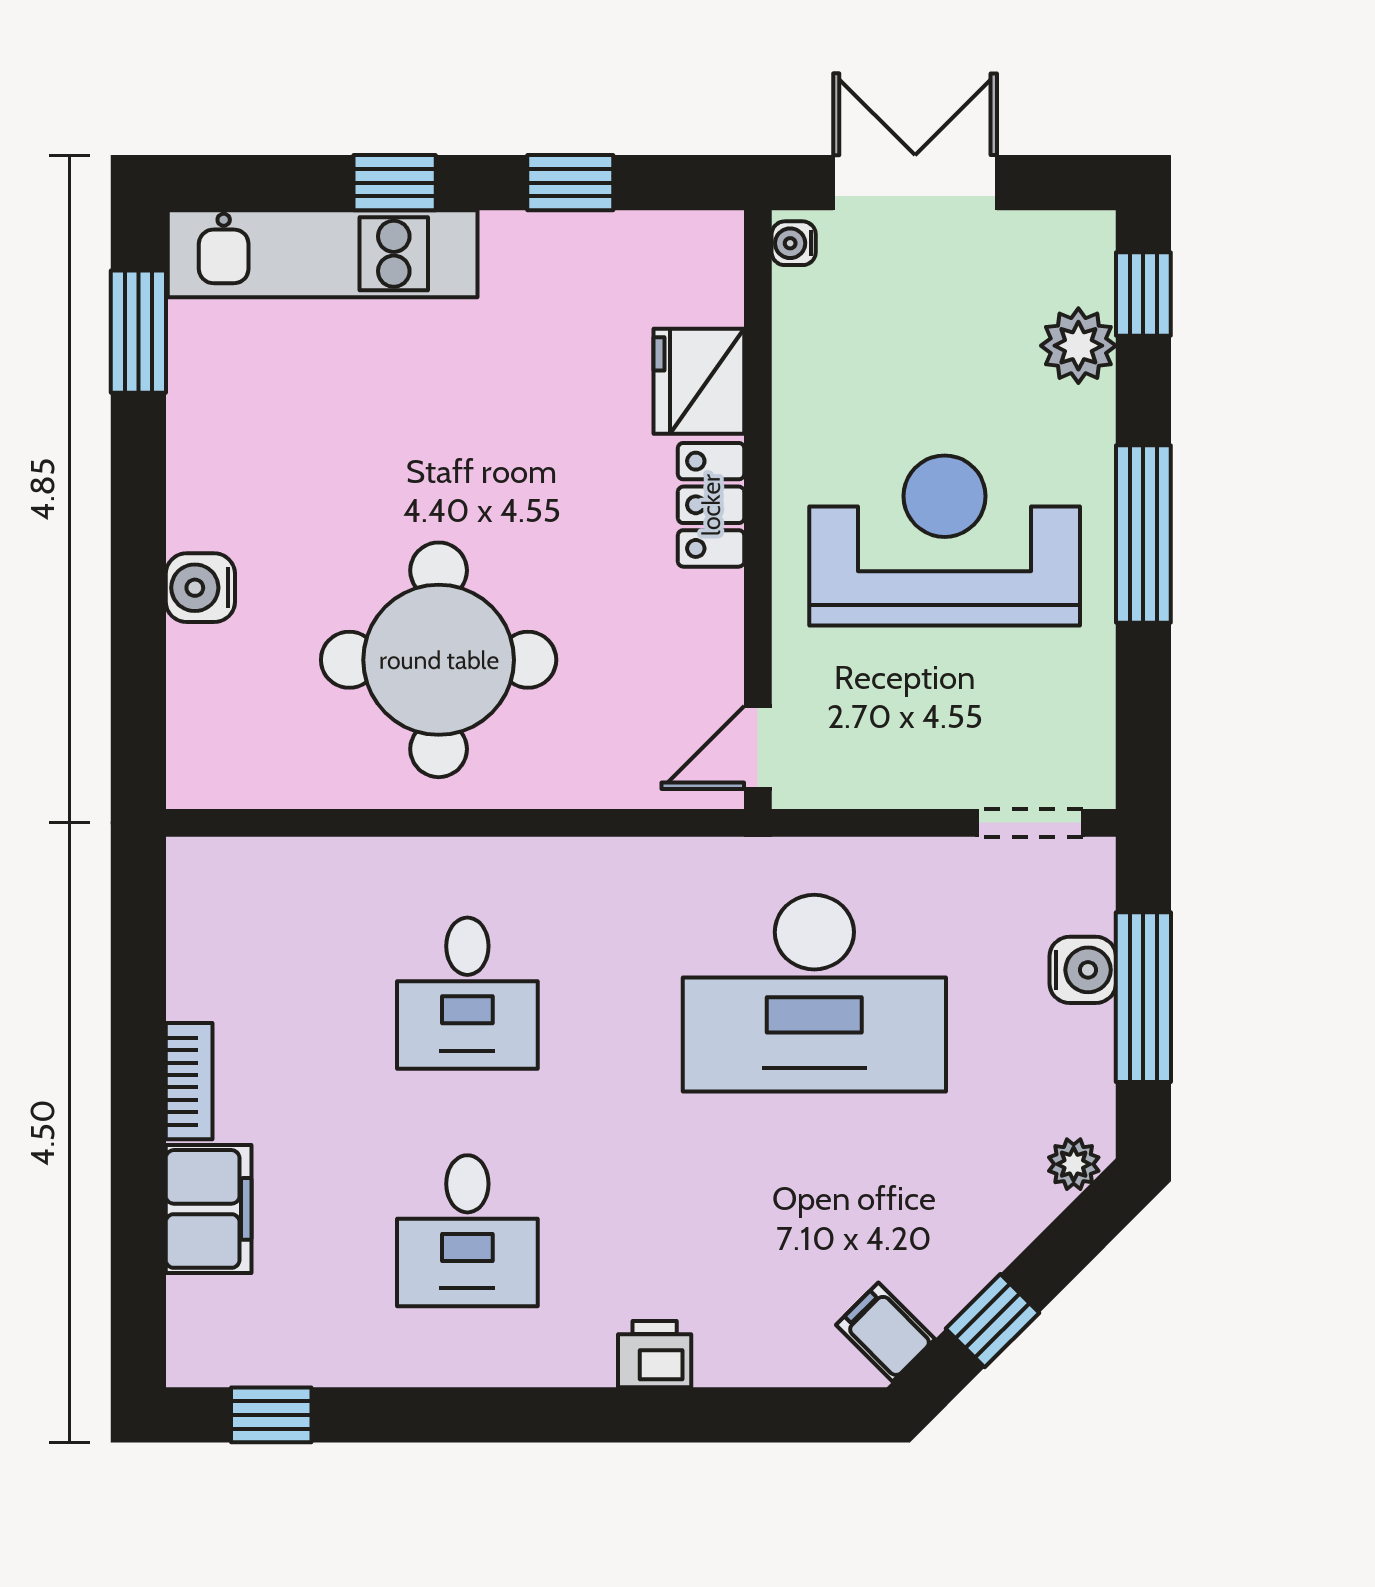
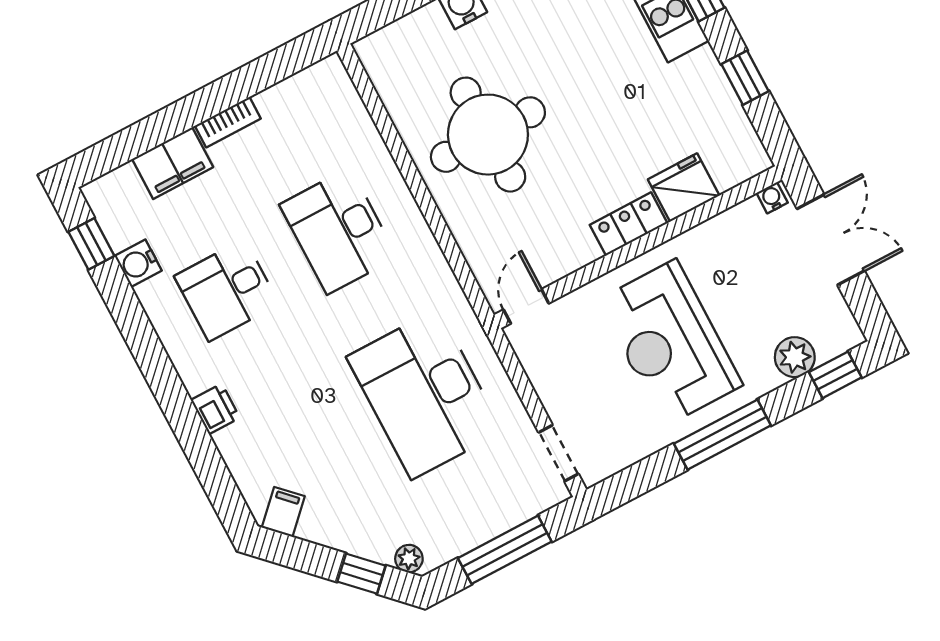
reception desk: (945, 540) -> (670, 343), turned 180
door: (758, 748) -> (526, 306), hinge flipped
water cooler: (1083, 970) -> (138, 263), moved, turned 90
desk: (467, 993) -> (338, 231), width x1.37
window: (993, 1321) -> (361, 574), moved

